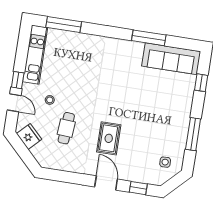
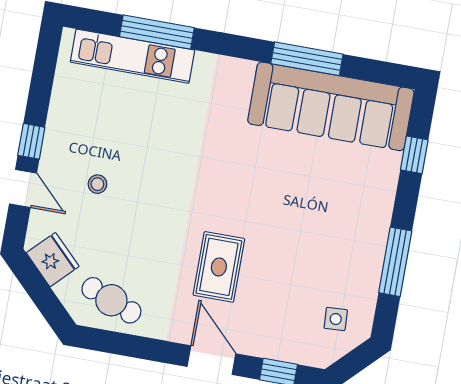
window: (64, 24) -> (157, 32), moved
kitchen unit: (35, 55) -> (132, 56), moved, turned 90
sofa: (171, 59) -> (331, 106), width x1.36, depth x1.27
cafe table: (66, 128) -> (111, 300), moved, turned -72

